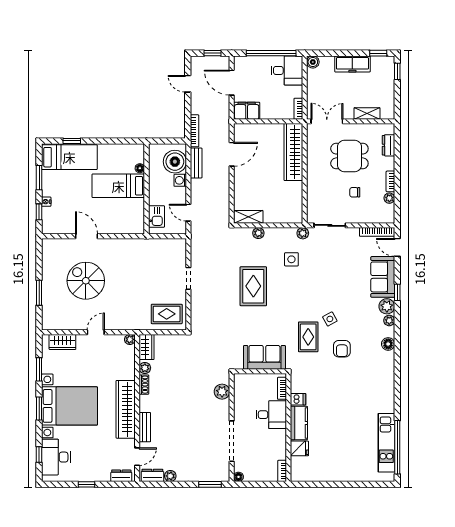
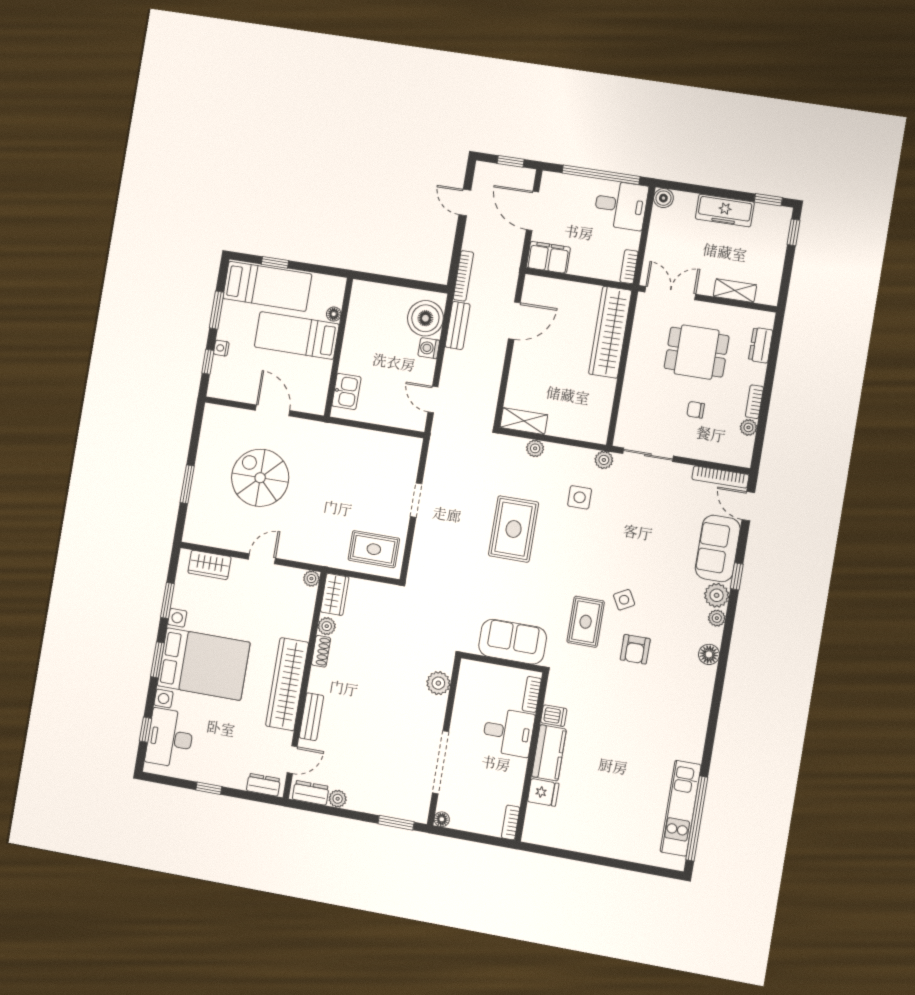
floor lamp: (140, 168) -> (334, 314), moved
bed: (118, 186) -> (297, 336), moved
wall: (147, 189) -> (338, 347), moved
kitchen sink: (156, 216) -> (346, 391), moved

